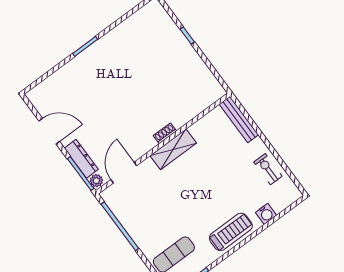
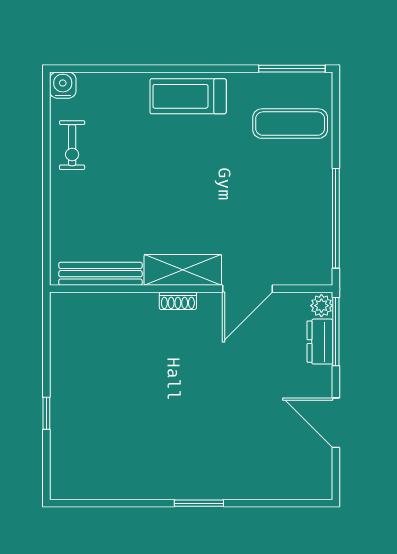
bench: (239, 119) -> (100, 274), moved, turned 90
dresser: (81, 159) -> (320, 342), width x0.70
door: (124, 173) -> (247, 289), moved
water cooler: (266, 214) -> (63, 85), moved

